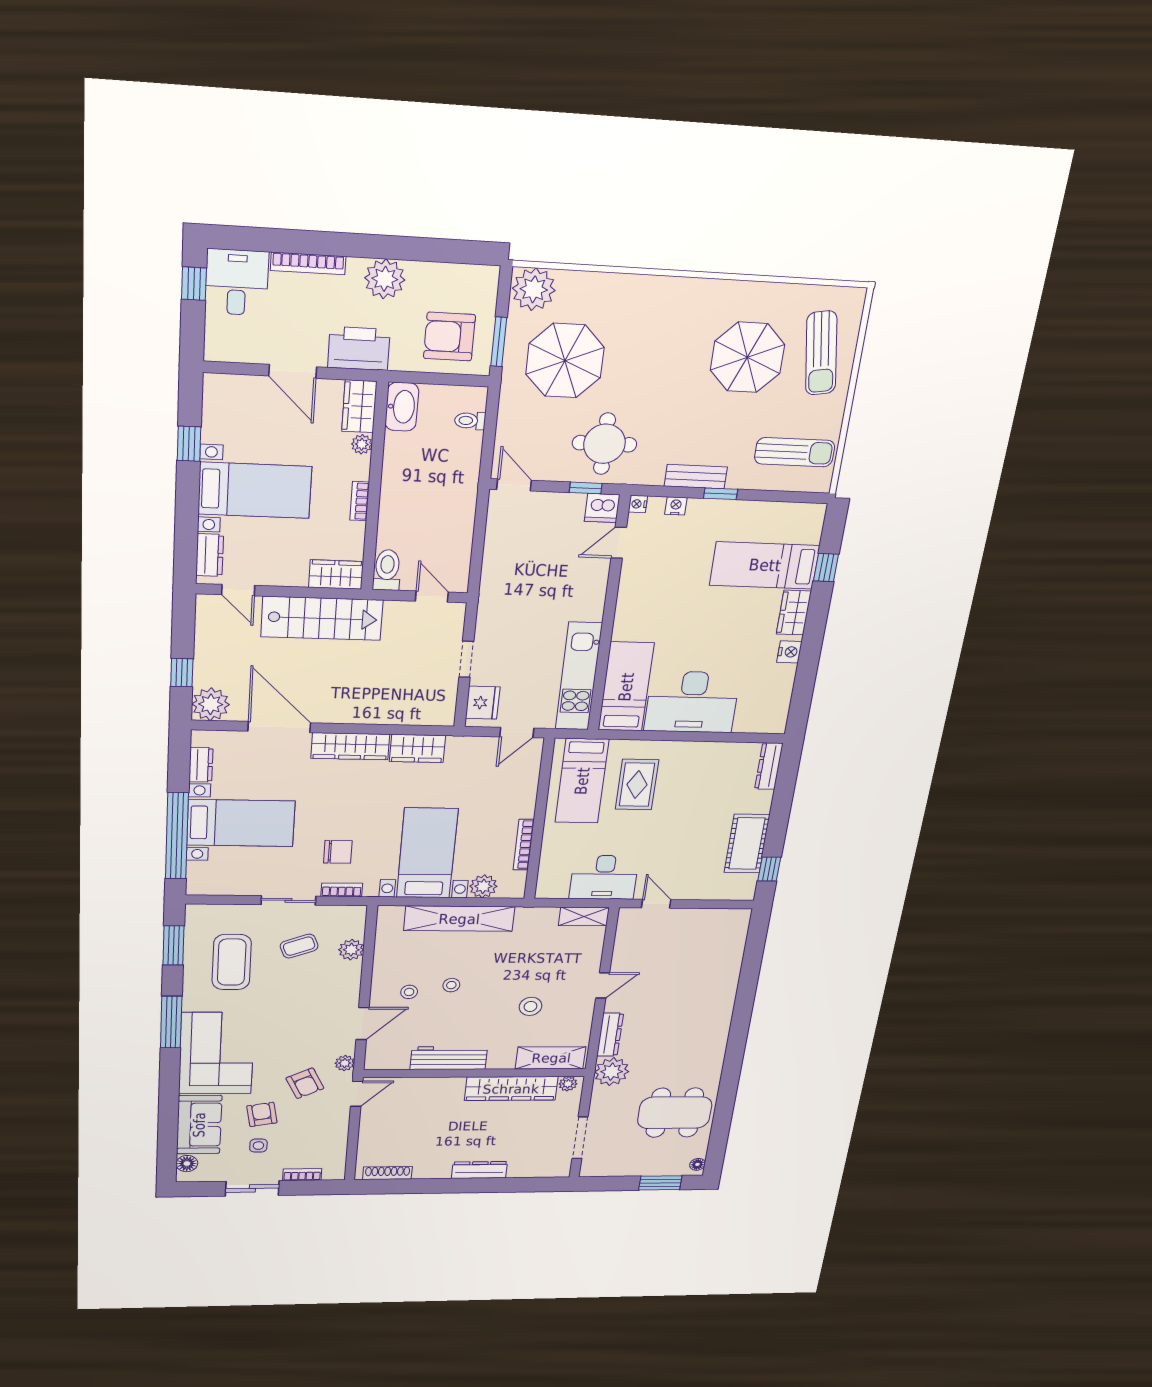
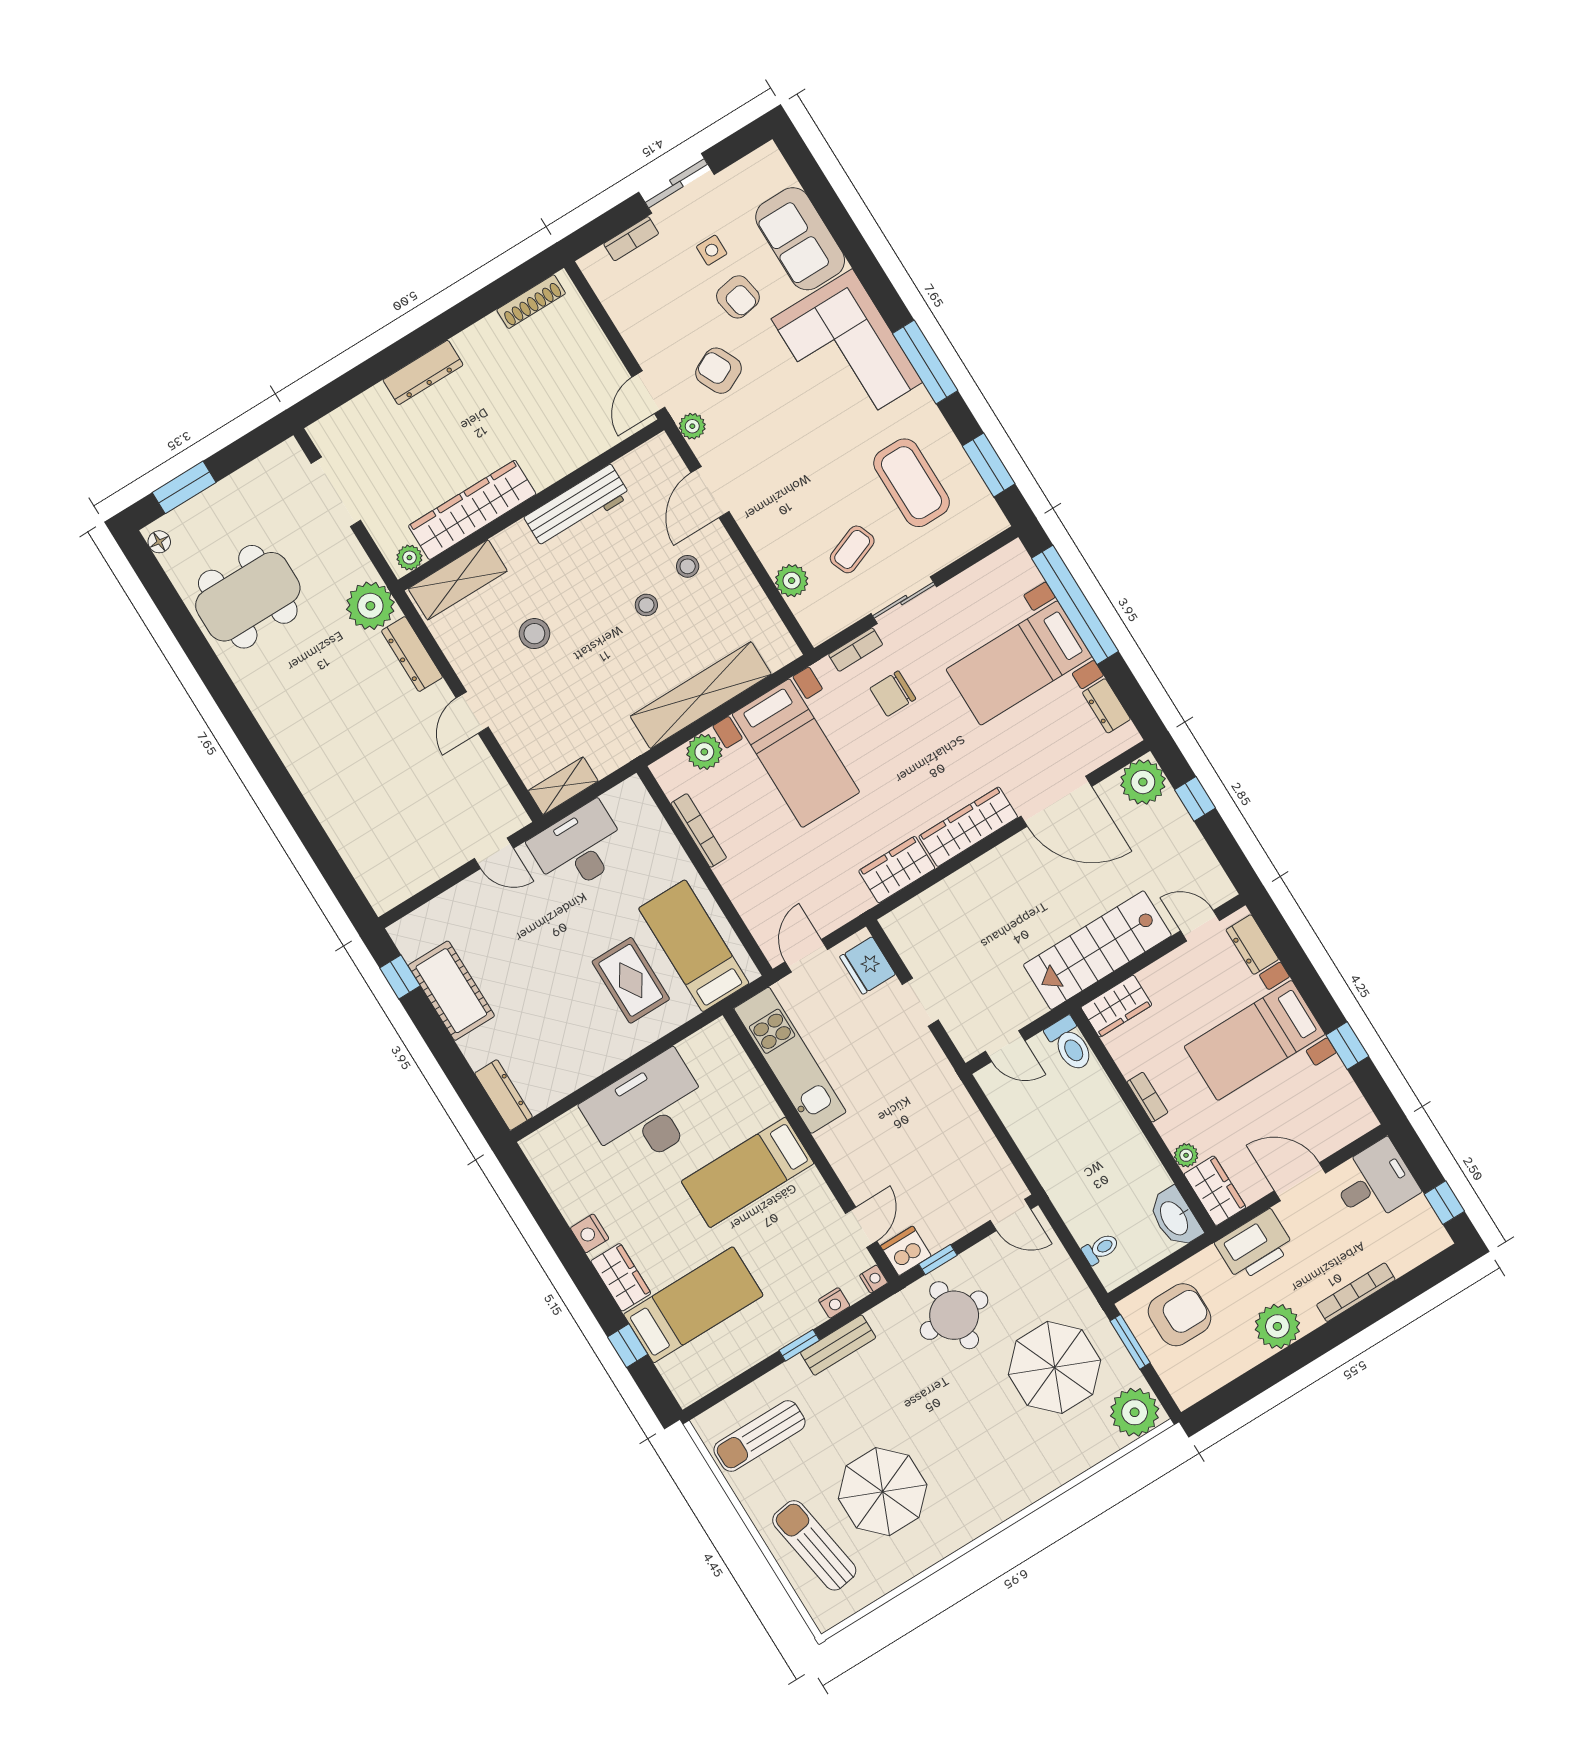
desk: (237, 282) -> (1375, 1182), moved, turned -90
bed: (626, 687) -> (748, 1172), moved, turned 90
floor lamp: (187, 1164) -> (777, 174), removed

